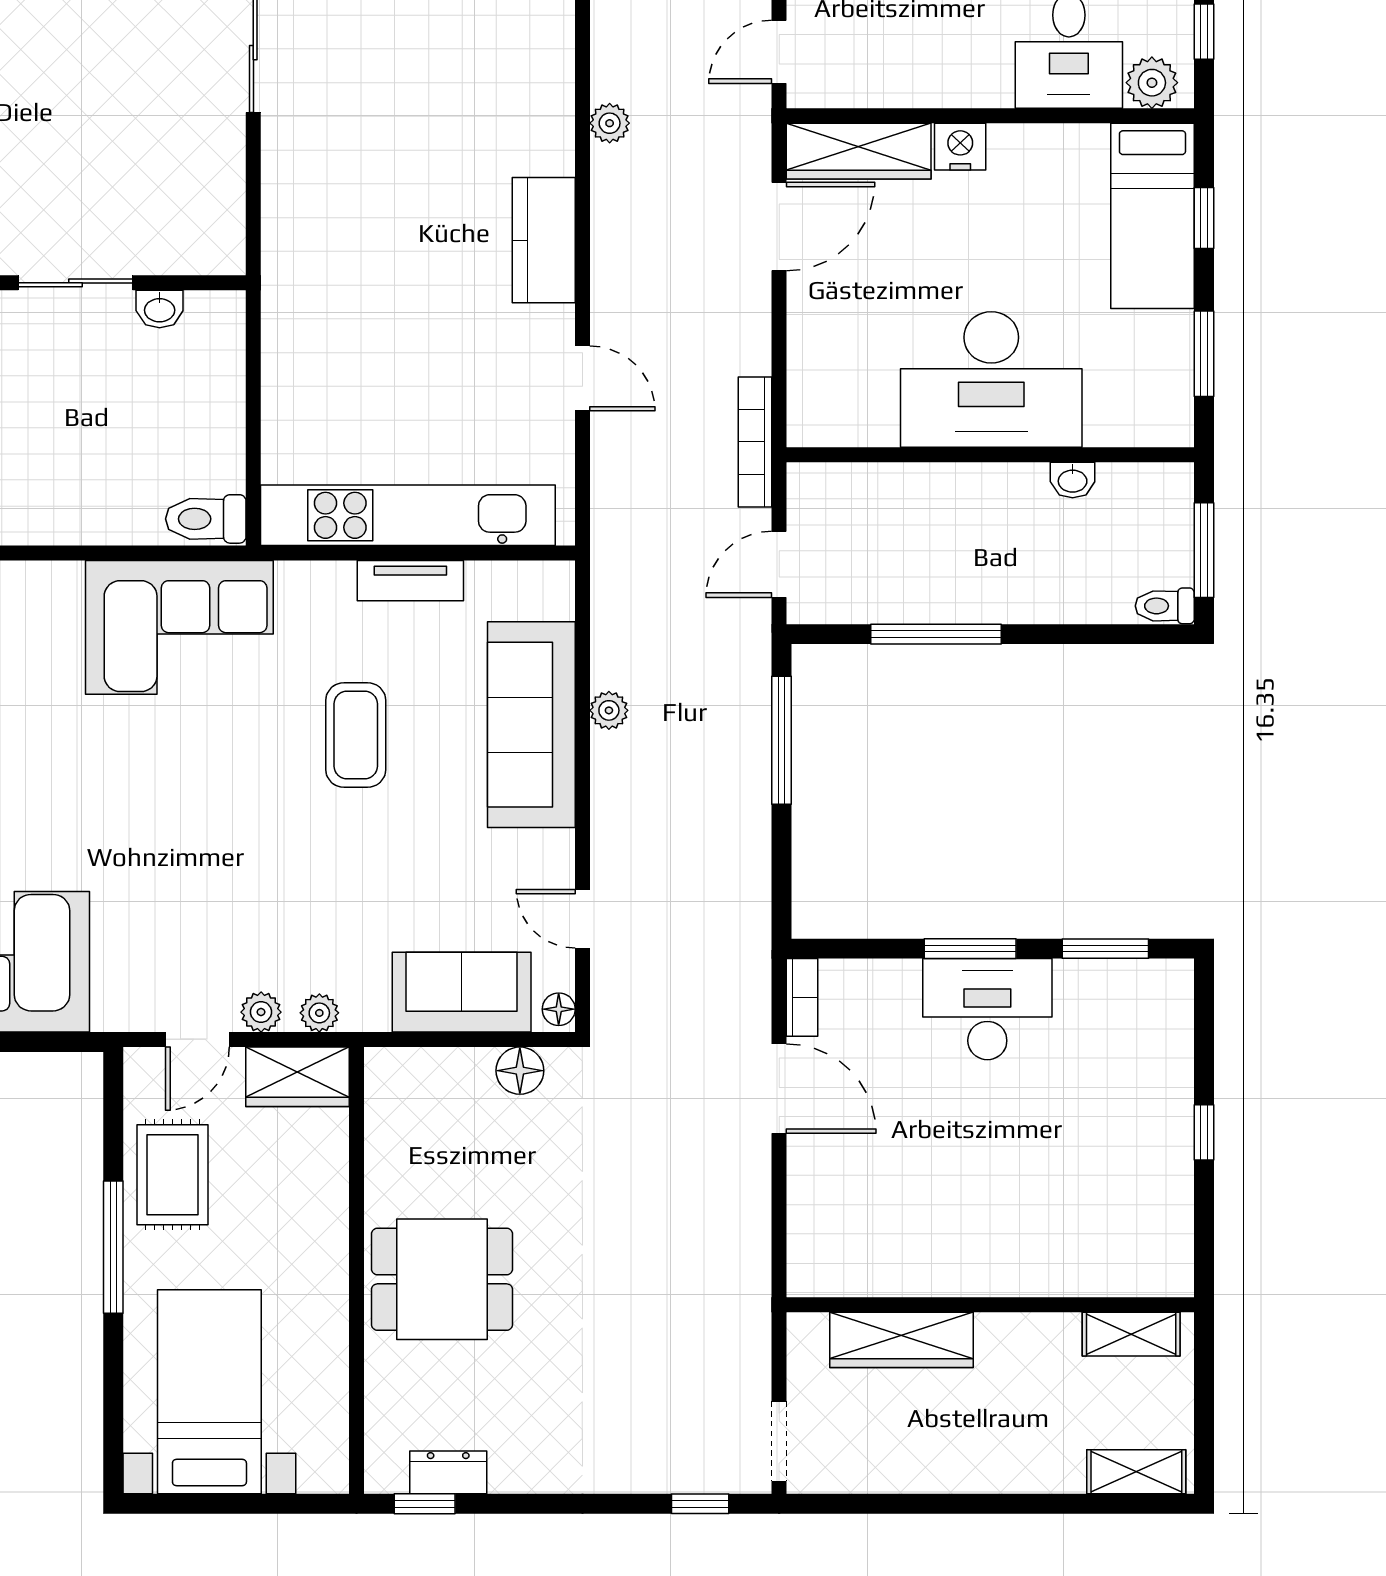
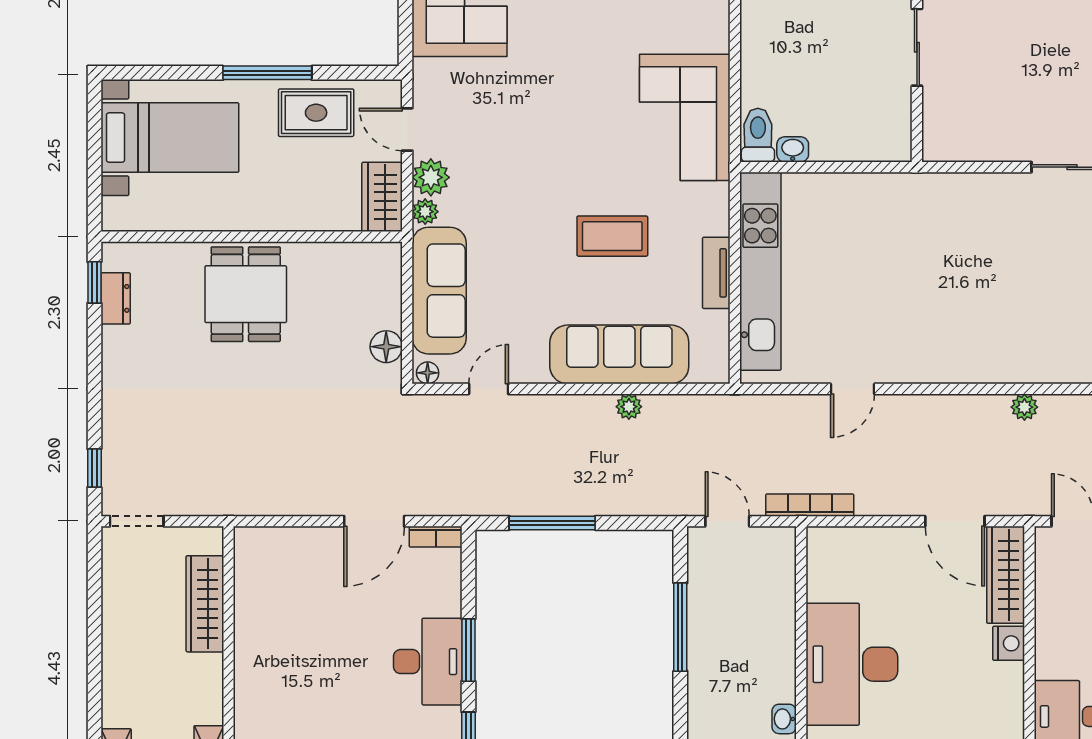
kitchen counter: (544, 240) -> (946, 363), removed
washbasin: (160, 309) -> (793, 149), moved, turned 90
window: (781, 740) -> (552, 523), moved
sofa: (462, 992) -> (439, 291), width x1.36
plant: (261, 1012) -> (431, 177), width x1.38, depth x1.38

